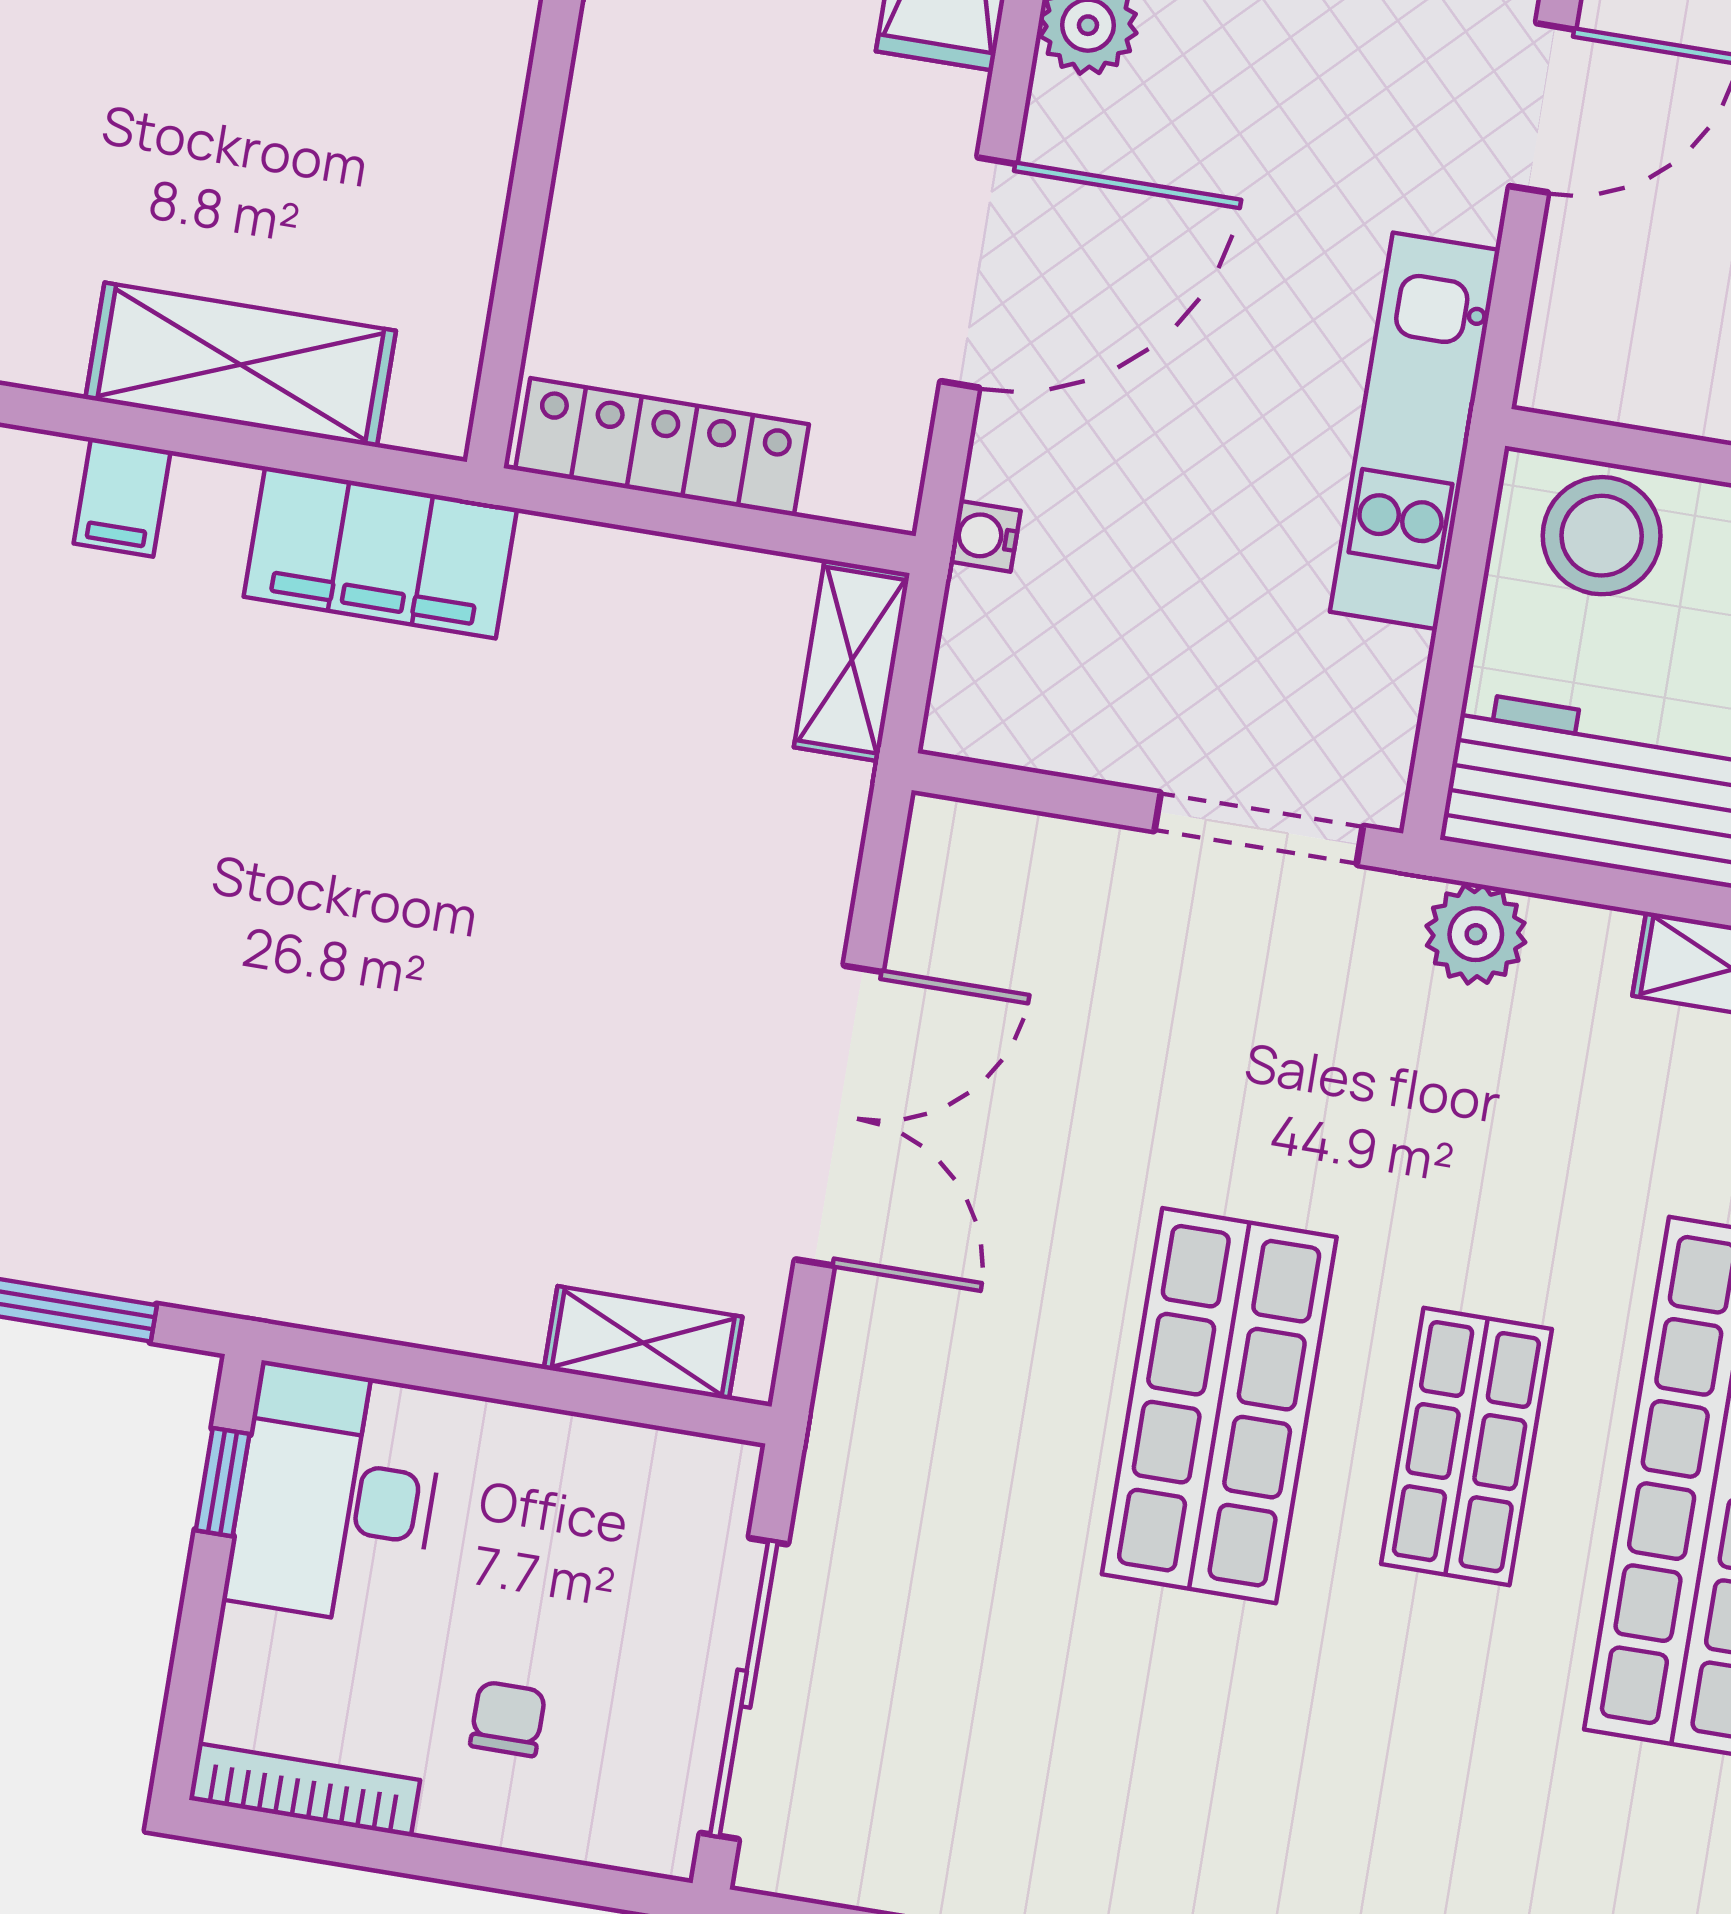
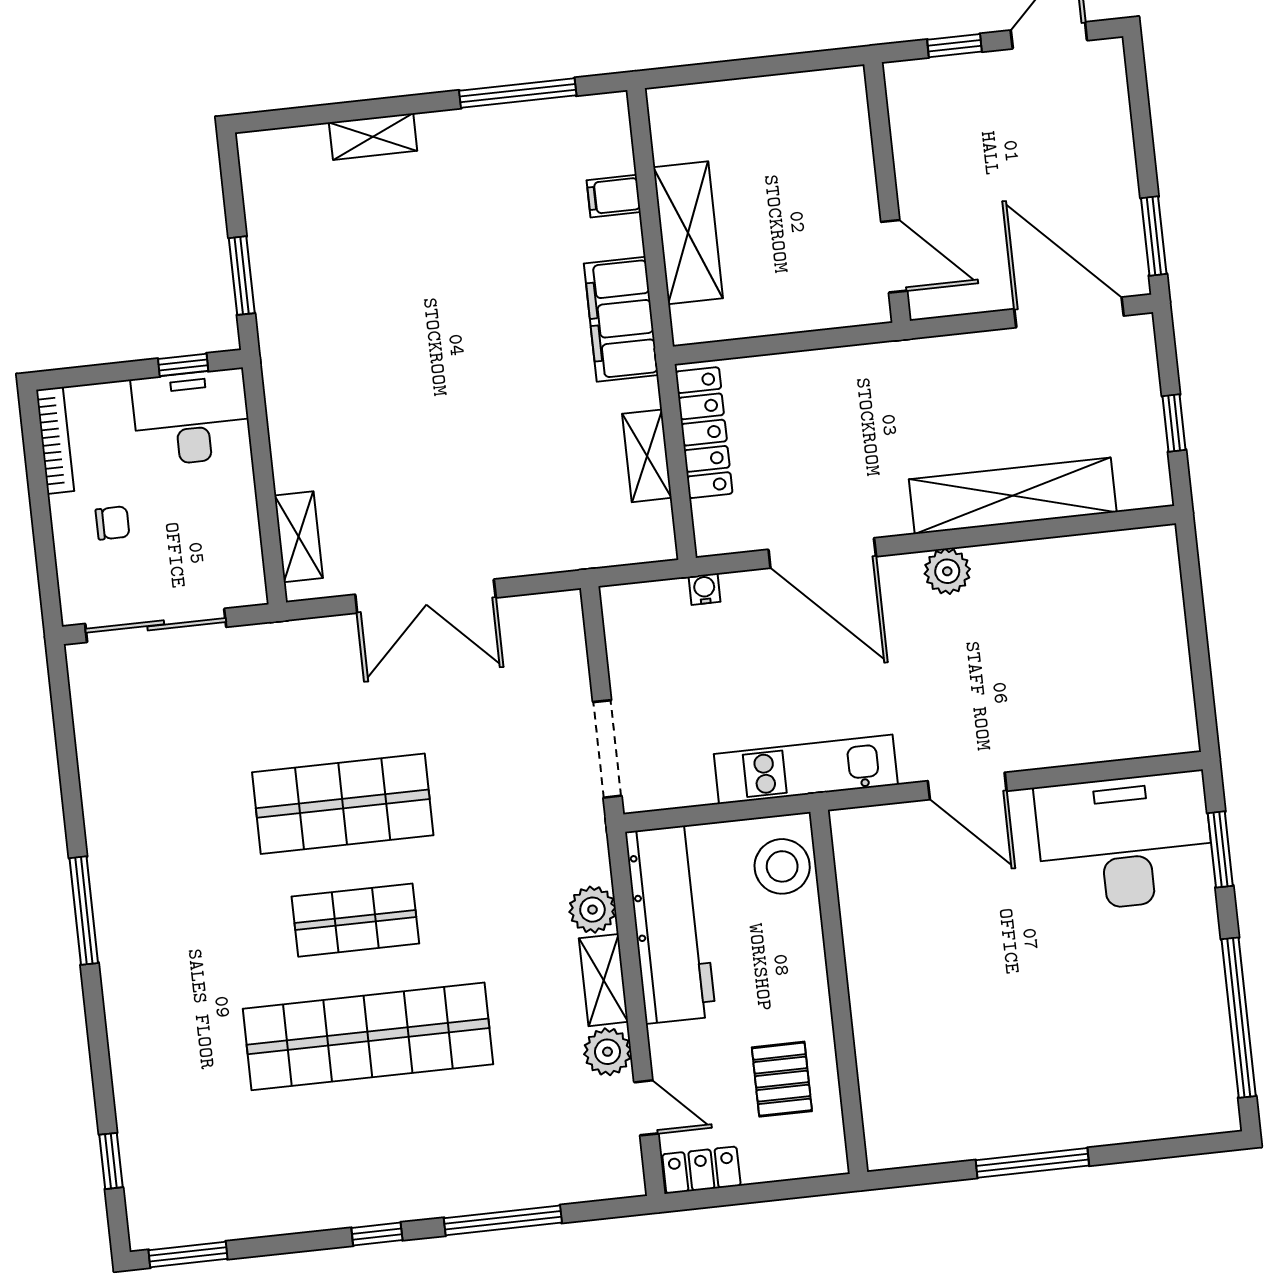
shelving: (852, 660) -> (647, 456), moved, turned 90
plant: (1476, 934) -> (592, 910), moved

